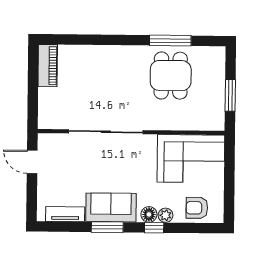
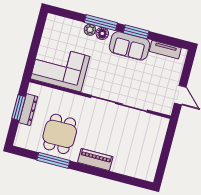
piano: (48, 66) -> (95, 160), moved, turned 90
dresser: (217, 96) -> (28, 110), added
armchair: (197, 208) -> (65, 29), removed
window: (154, 228) -> (101, 23), width x2.17

